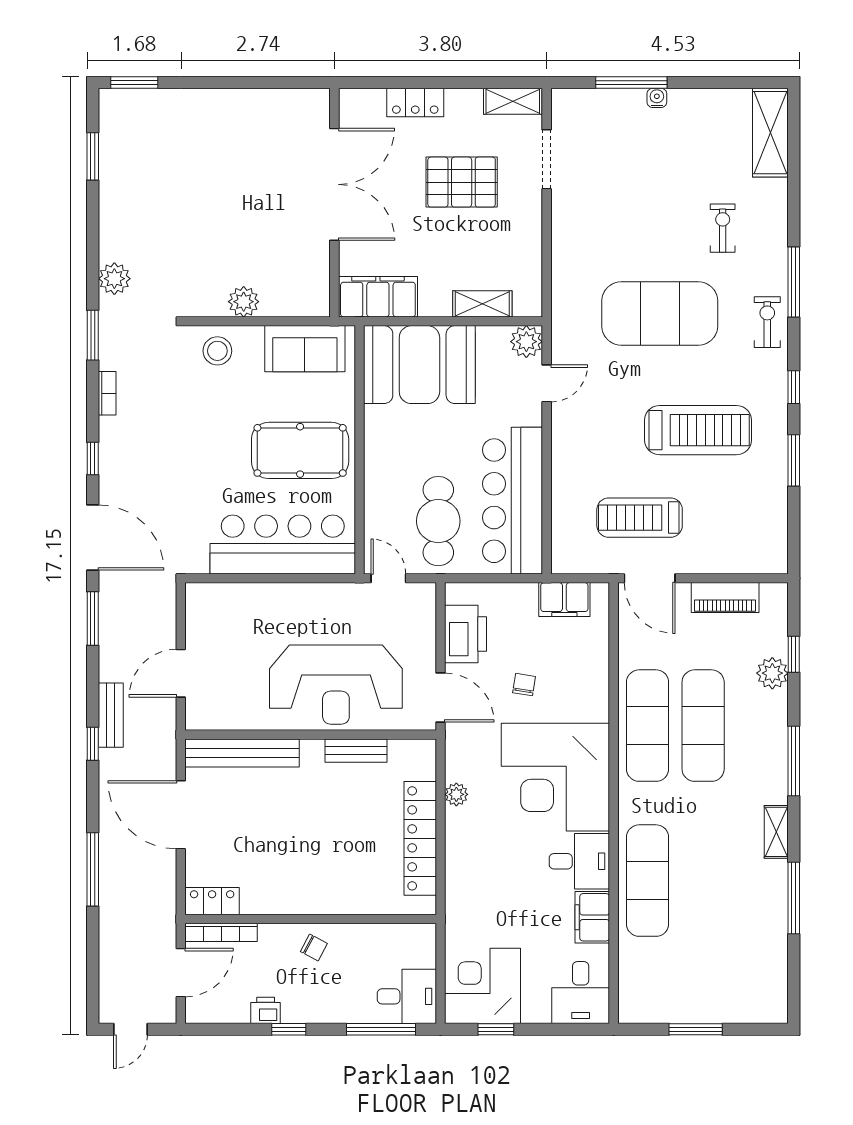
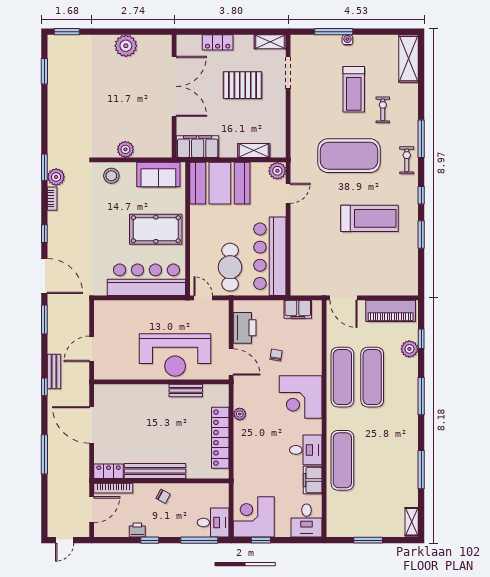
plant: (244, 109) -> (126, 46), added
plant: (114, 279) -> (56, 177), moved
treadmill: (640, 518) -> (354, 89), moved, turned -90
piano: (725, 598) -> (391, 311), width x1.37, depth x1.33
bench: (242, 753) -> (155, 471), moved
corner desk: (555, 777) -> (301, 397), width x0.74, depth x0.74
shelving: (776, 832) -> (412, 522), moved

